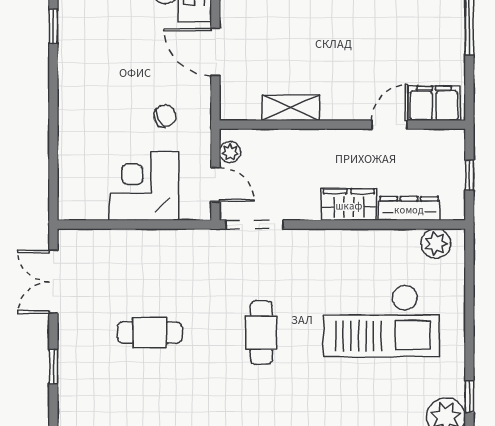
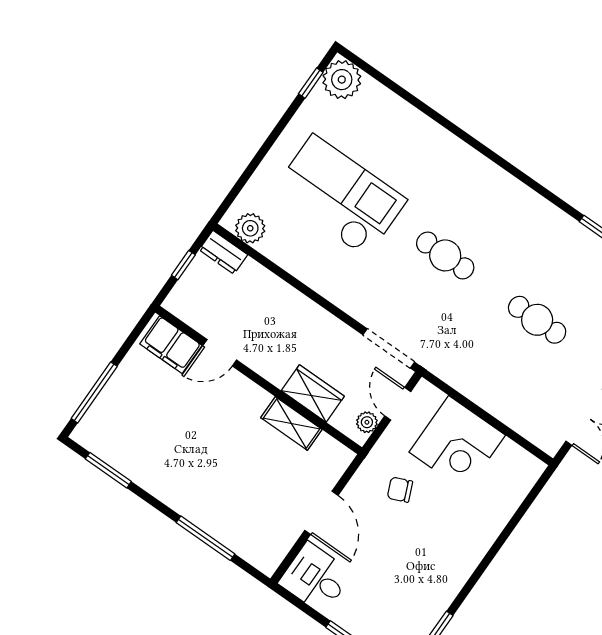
wardrobe: (349, 205) -> (313, 393), moved, turned 180
dresser: (409, 209) -> (223, 252), moved, width x0.70
cafe table: (261, 333) -> (445, 255), turned 90

